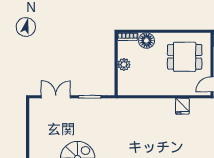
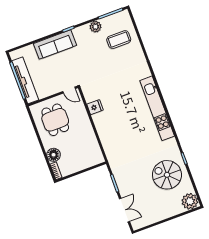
plant: (124, 65) -> (79, 166), removed
double door: (56, 97) -> (125, 210), swing flipped

